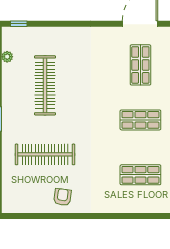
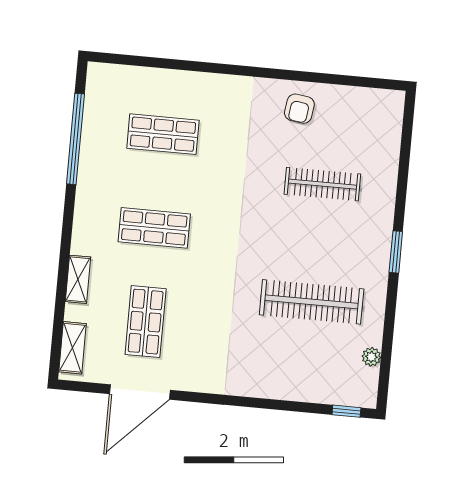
clothes rail: (45, 85) -> (312, 302), turned 90
clothes rail: (45, 154) -> (322, 184), width x0.73, depth x0.76

